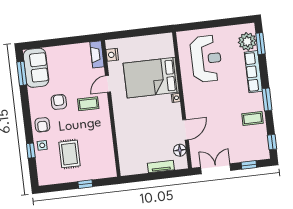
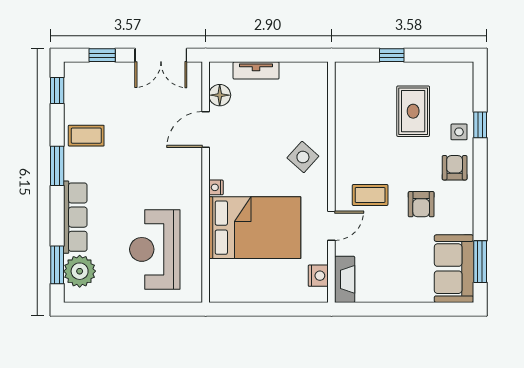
side table: (129, 121) -> (303, 157), added

